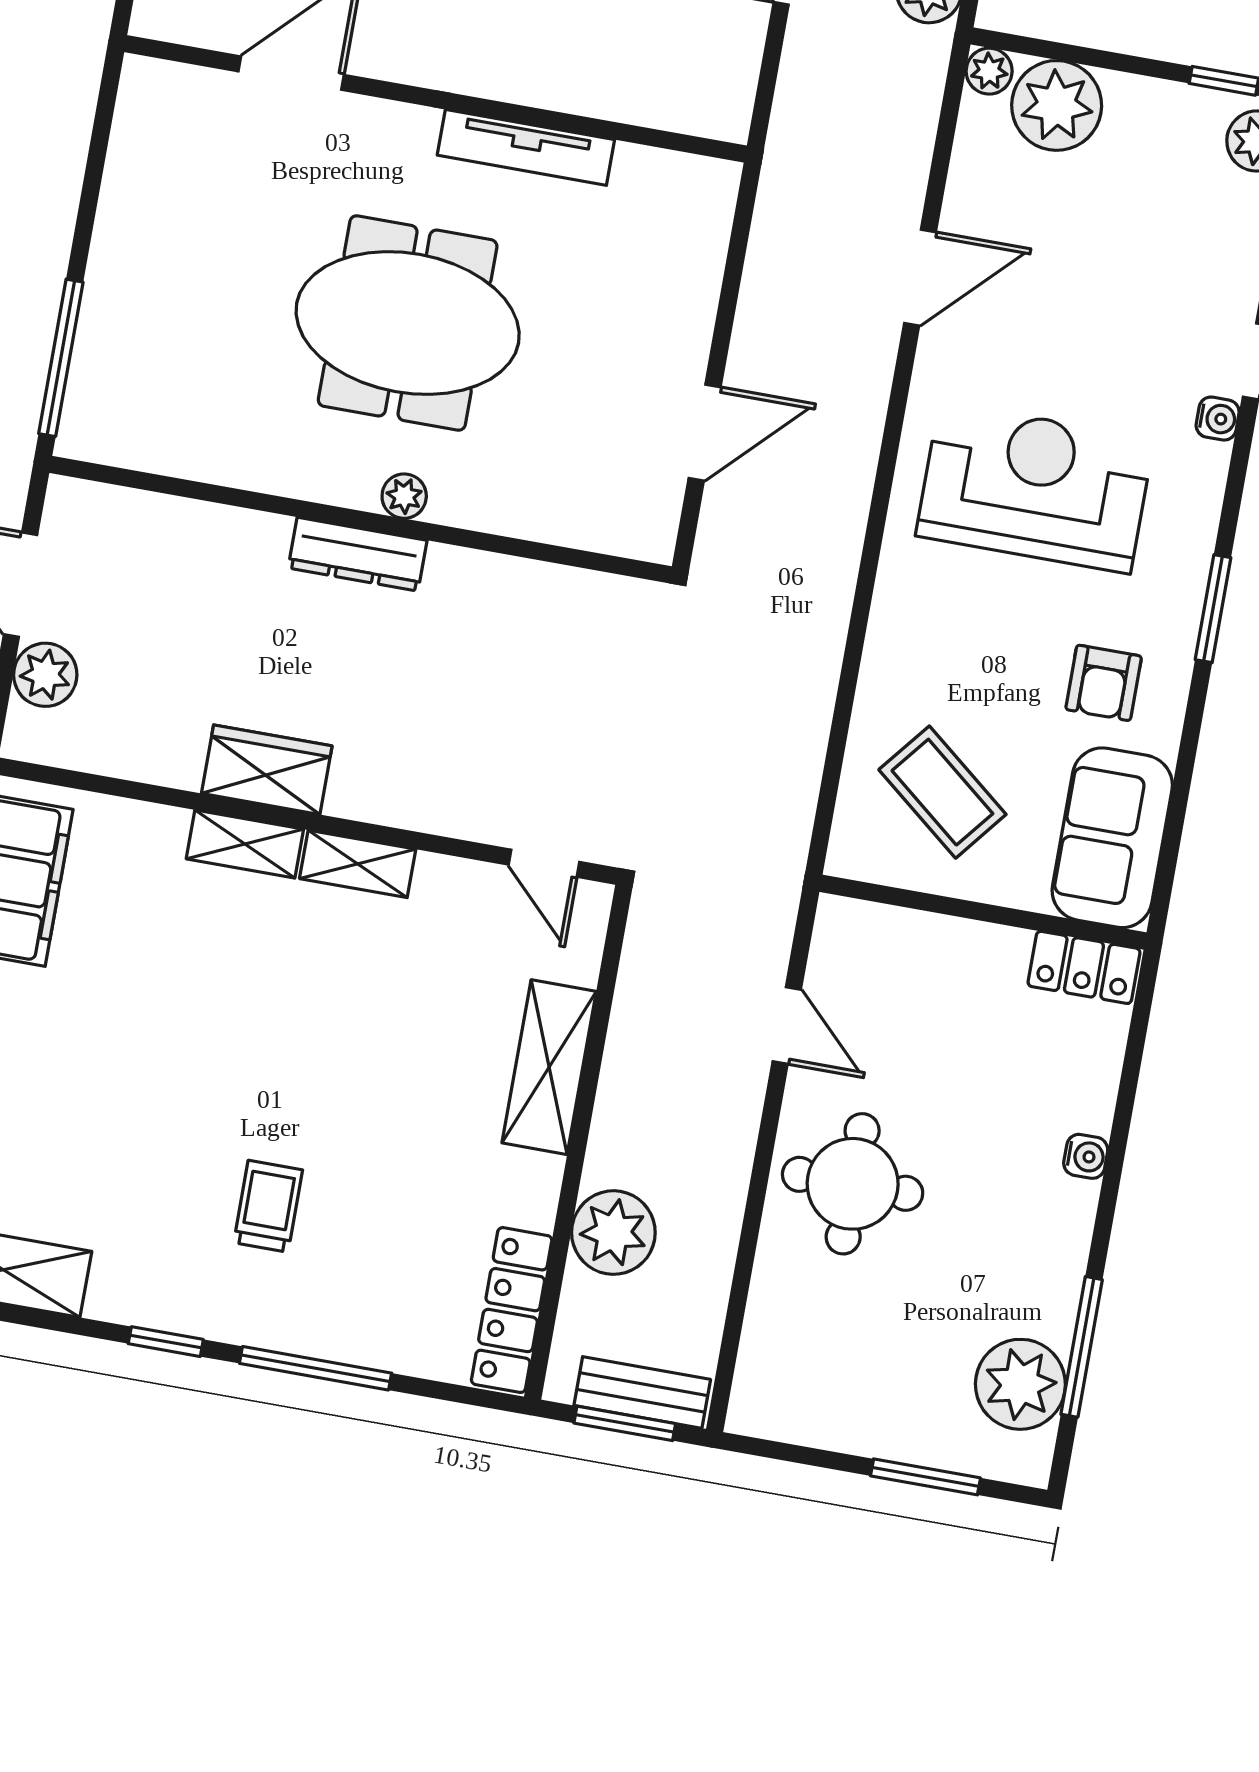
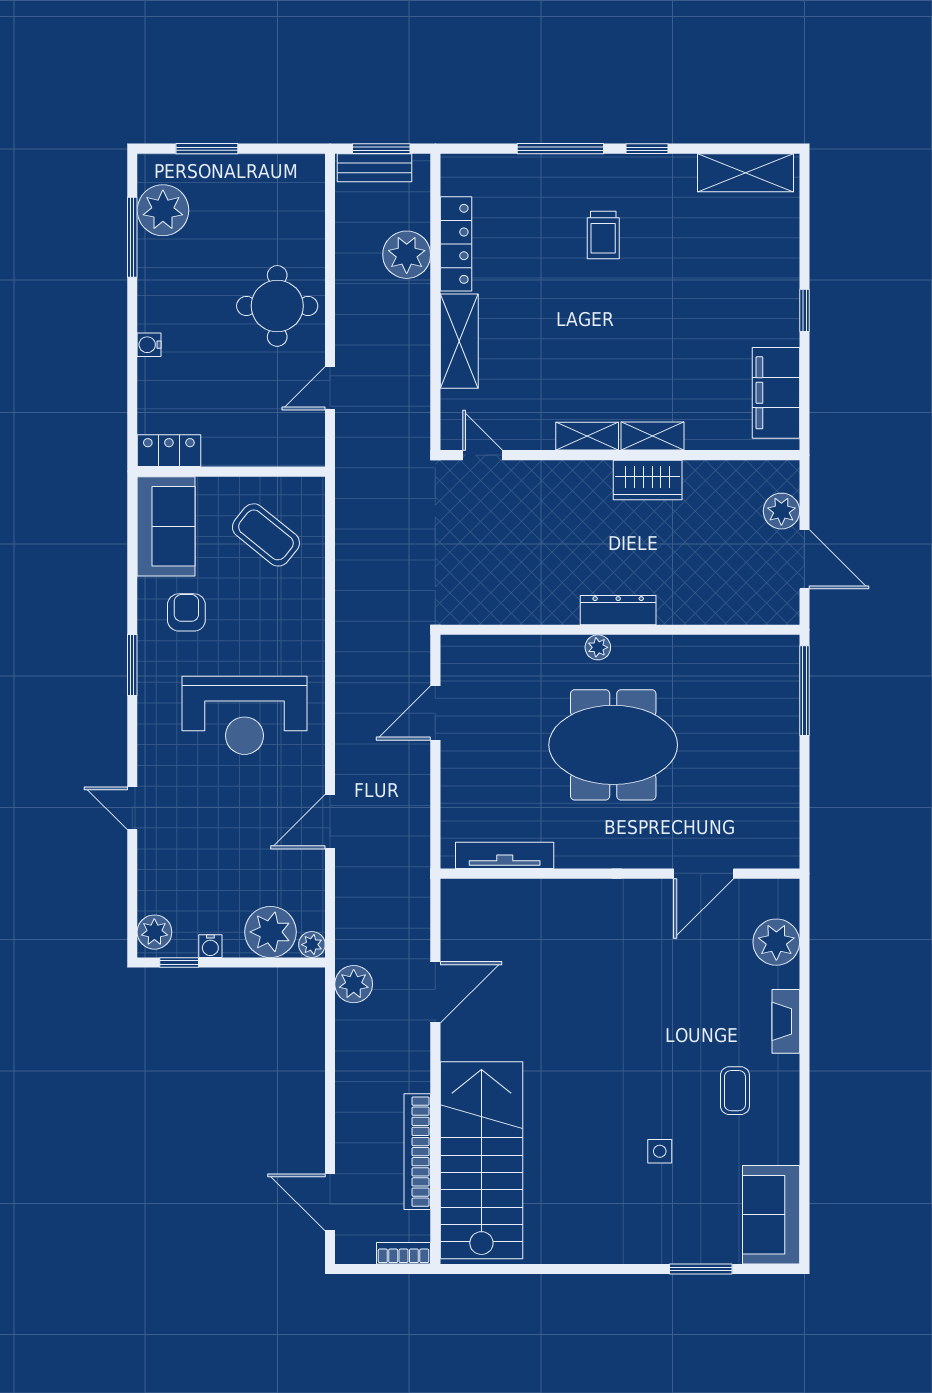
tv unit: (526, 147) -> (505, 855), moved
water cooler: (1218, 419) -> (210, 946), moved, turned -90
door: (787, 1025) -> (330, 388), hinge flipped
locker: (512, 1310) -> (456, 244), moved

